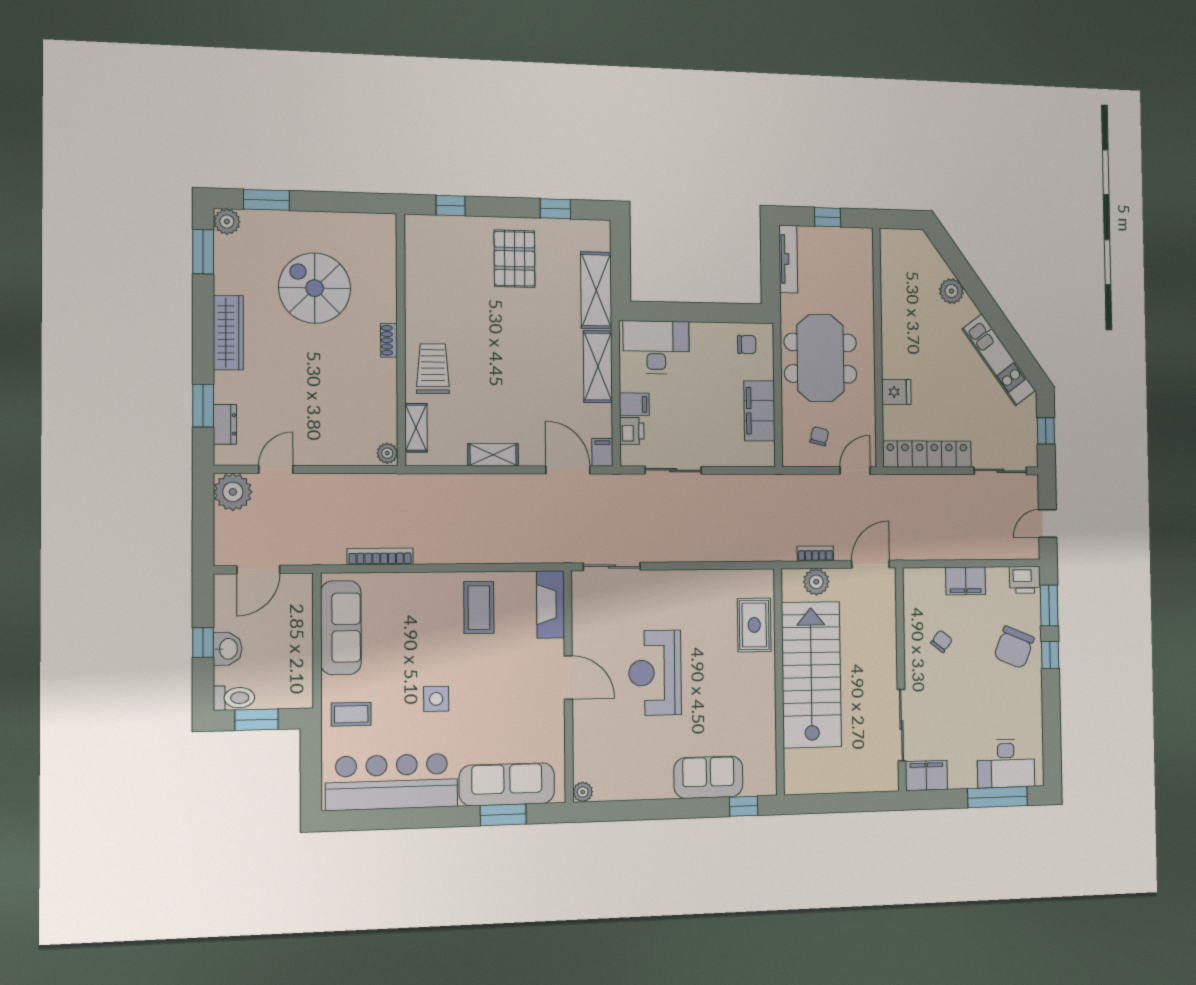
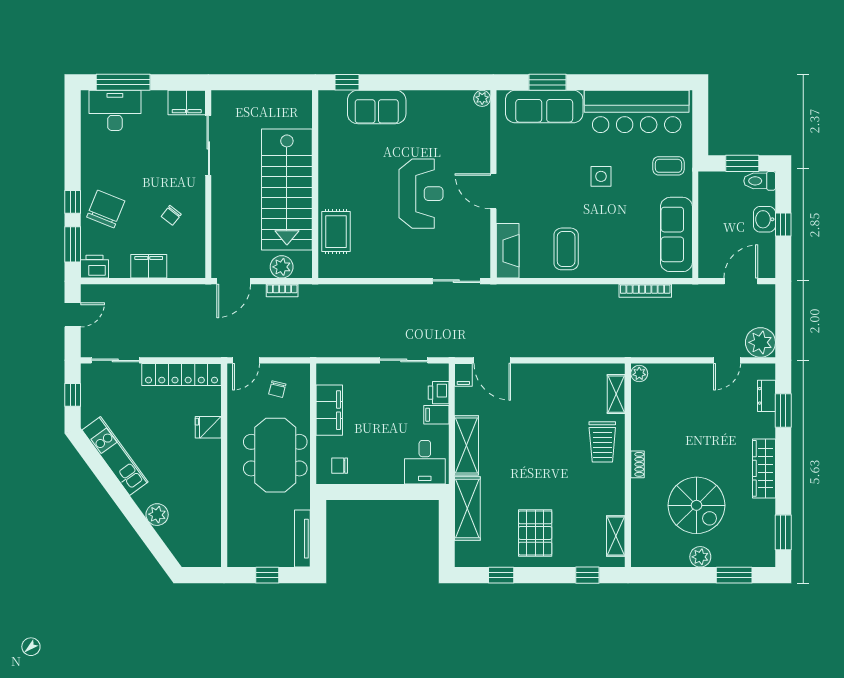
plant: (227, 222) -> (700, 557), moved
desk: (656, 347) -> (425, 462), width x0.73
shelving: (493, 455) -> (616, 536), moved, turned 90

